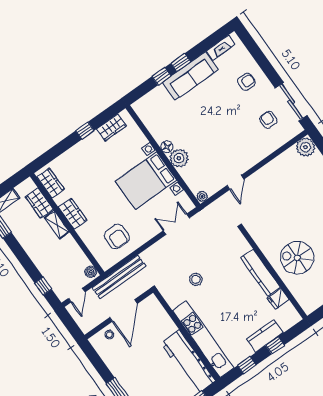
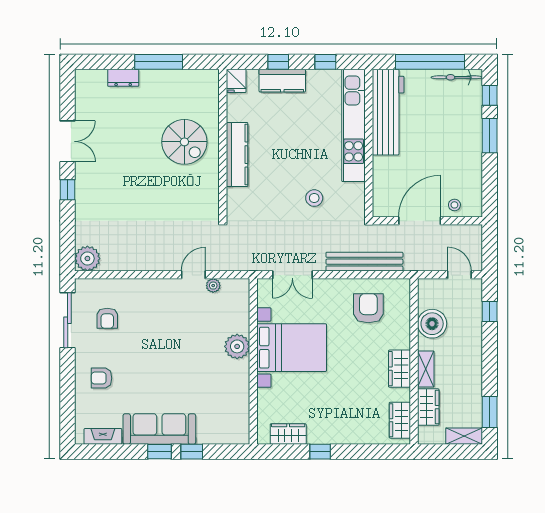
floor lamp: (167, 147) -> (242, 369), removed
plant: (202, 196) -> (213, 286), moved
boiler: (91, 272) -> (432, 324), moved, width x1.86, depth x1.86
bench: (119, 277) -> (364, 262), moved
door: (77, 295) -> (459, 275), hinge flipped
fridge: (278, 299) -> (236, 81), moved, turned 90

